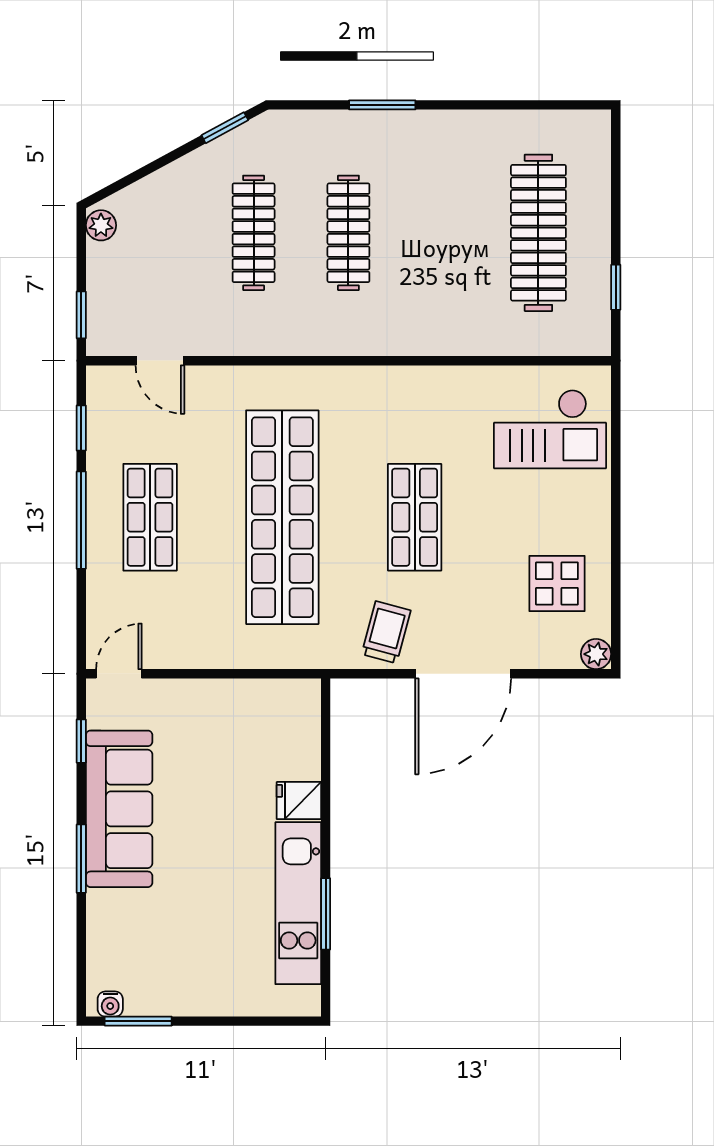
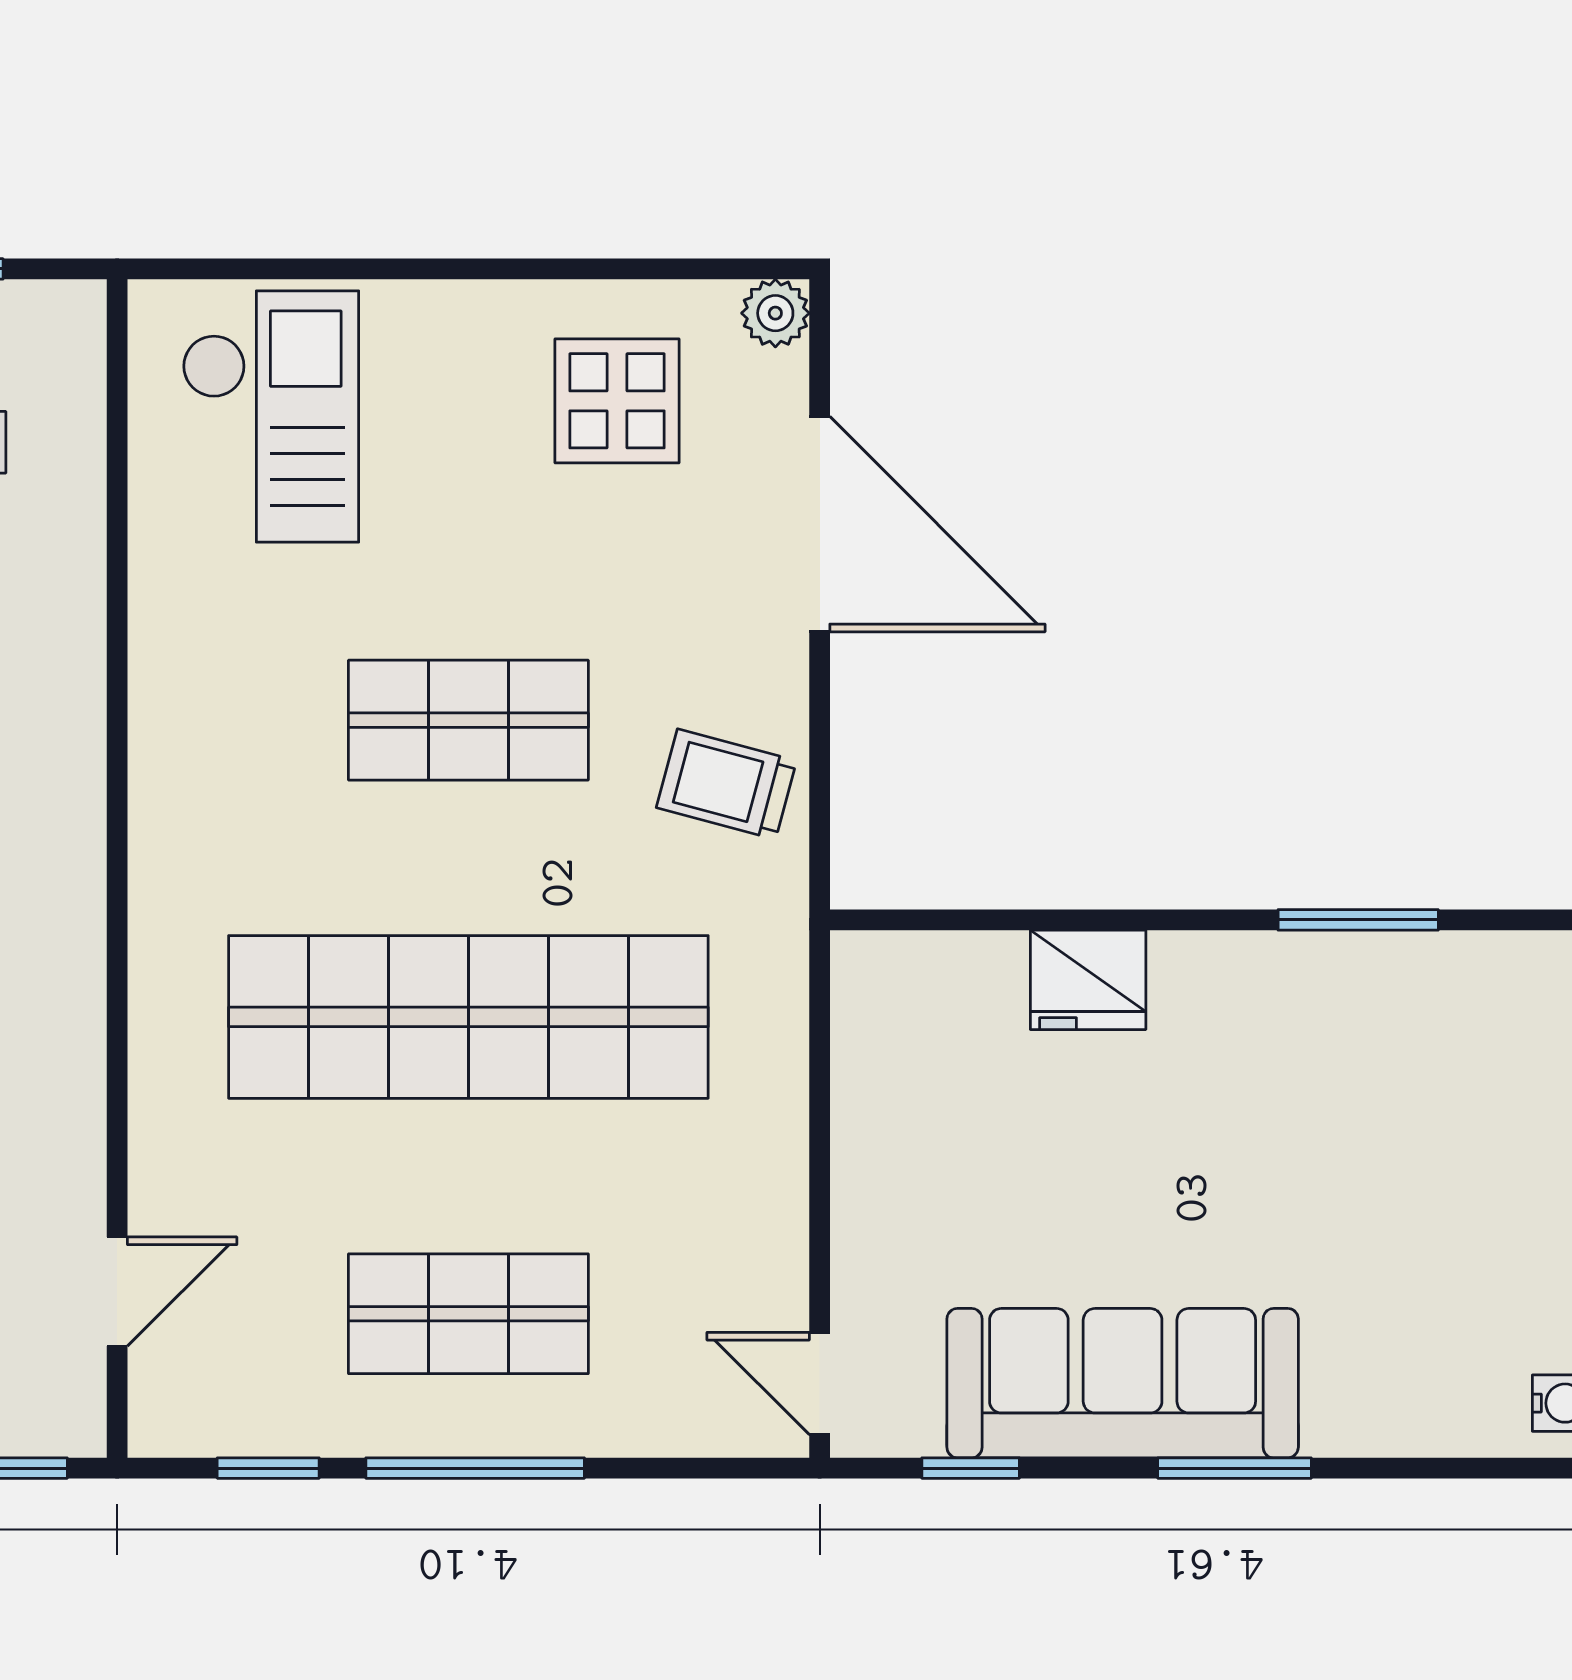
door: (463, 674) -> (820, 524), moved
fridge: (299, 801) -> (1088, 980), width x1.38
kitchen unit: (298, 903) -> (1334, 981), removed

